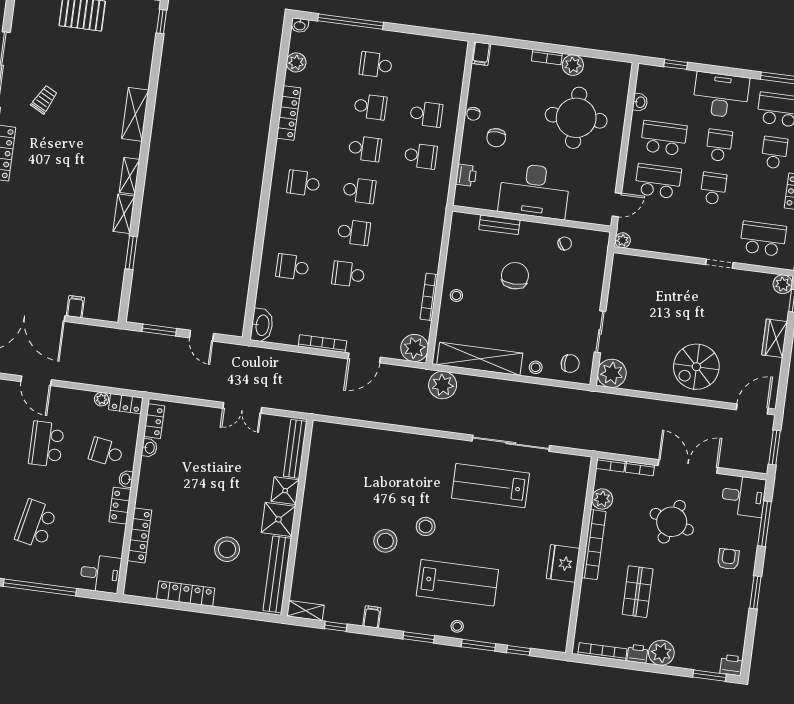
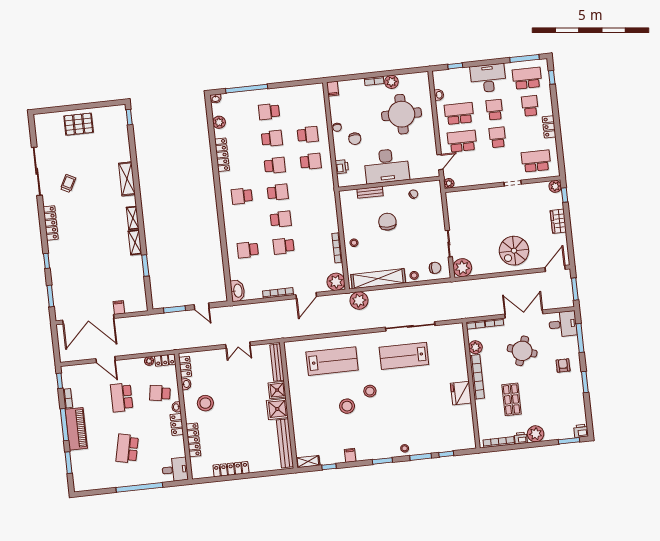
stool: (227, 549) -> (205, 403), moved
lab bench: (457, 583) -> (332, 361), moved

